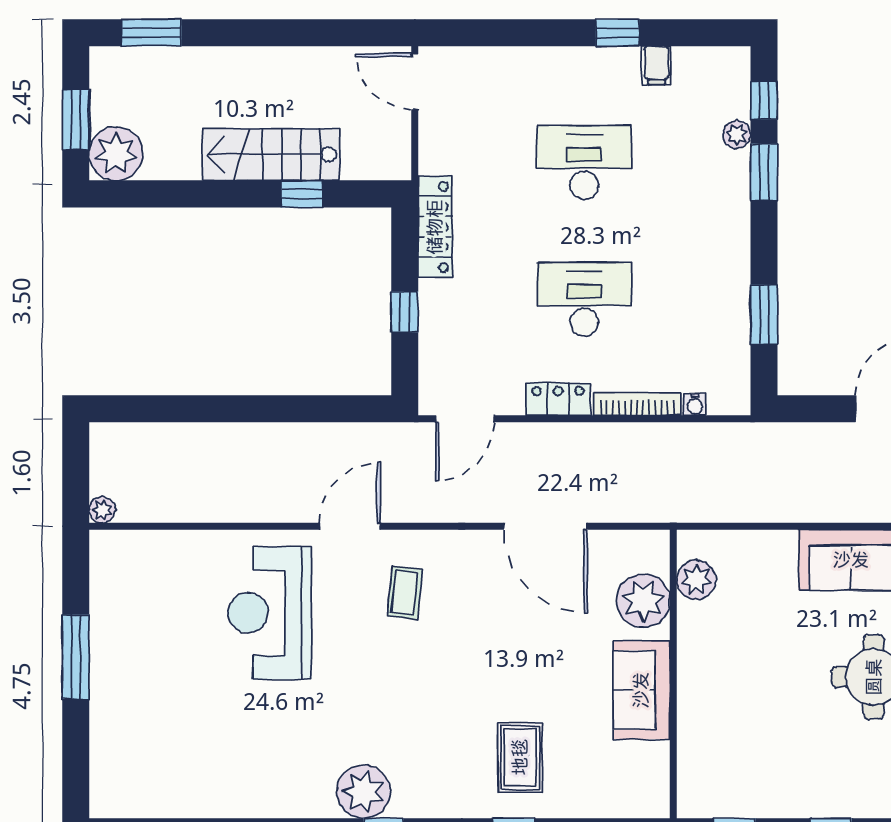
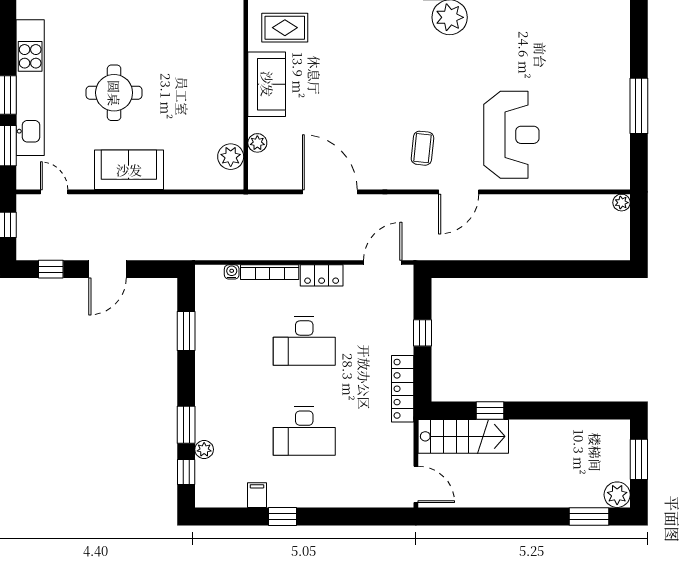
plant: (116, 154) -> (617, 495), moved, width x0.73, depth x0.73
stairs: (271, 155) -> (463, 436), moved
plant: (643, 601) -> (257, 143), width x0.53, depth x0.53
rug: (520, 757) -> (285, 28), moved, turned 90

